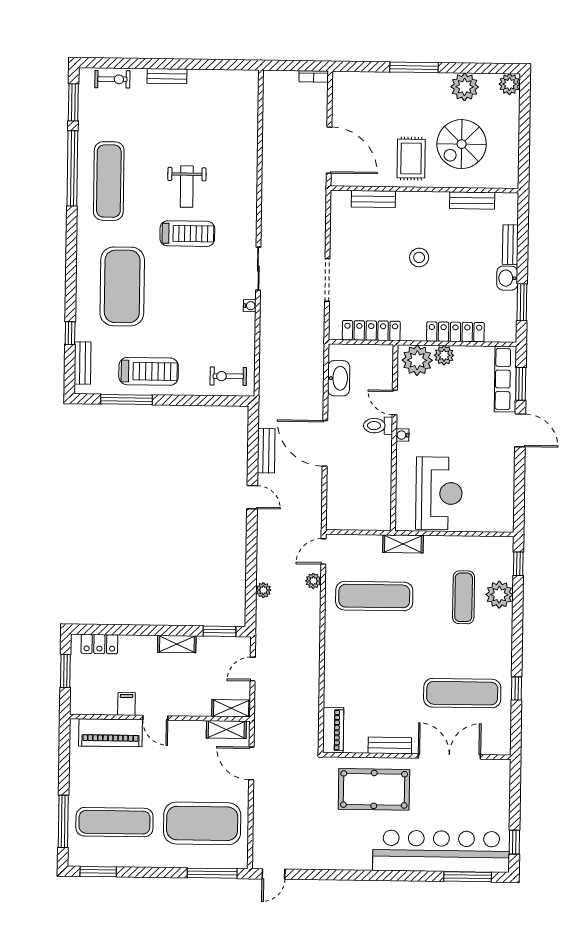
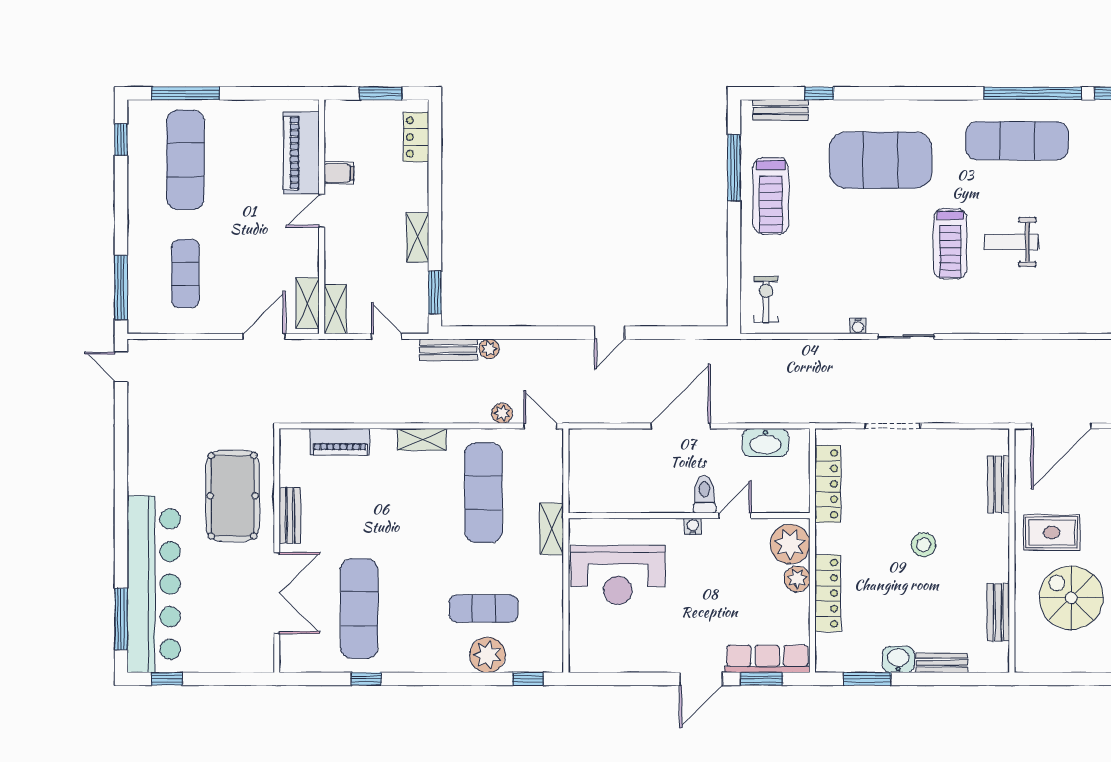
bench: (266, 451) -> (448, 350), moved
shelving: (333, 643) -> (422, 439), added
piano: (333, 730) -> (340, 442), moved
exercise mat: (202, 823) -> (185, 274), width x0.50, depth x0.69
window: (98, 872) -> (121, 140), width x0.67

